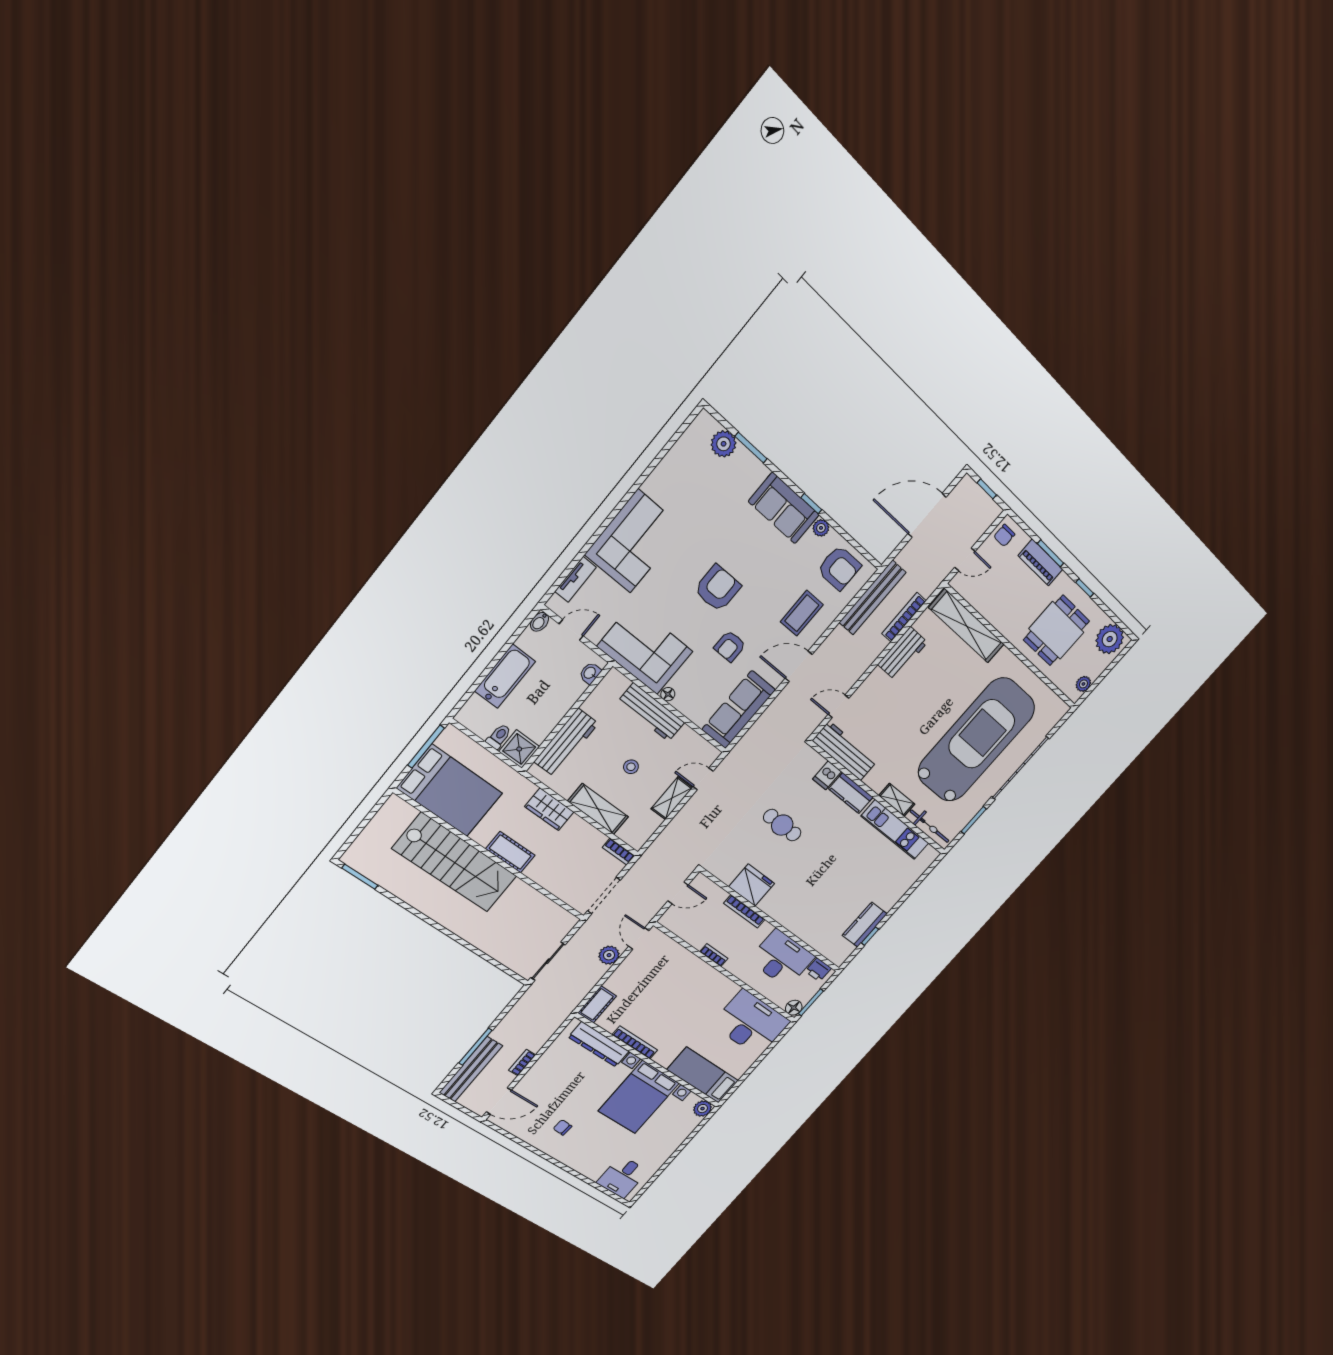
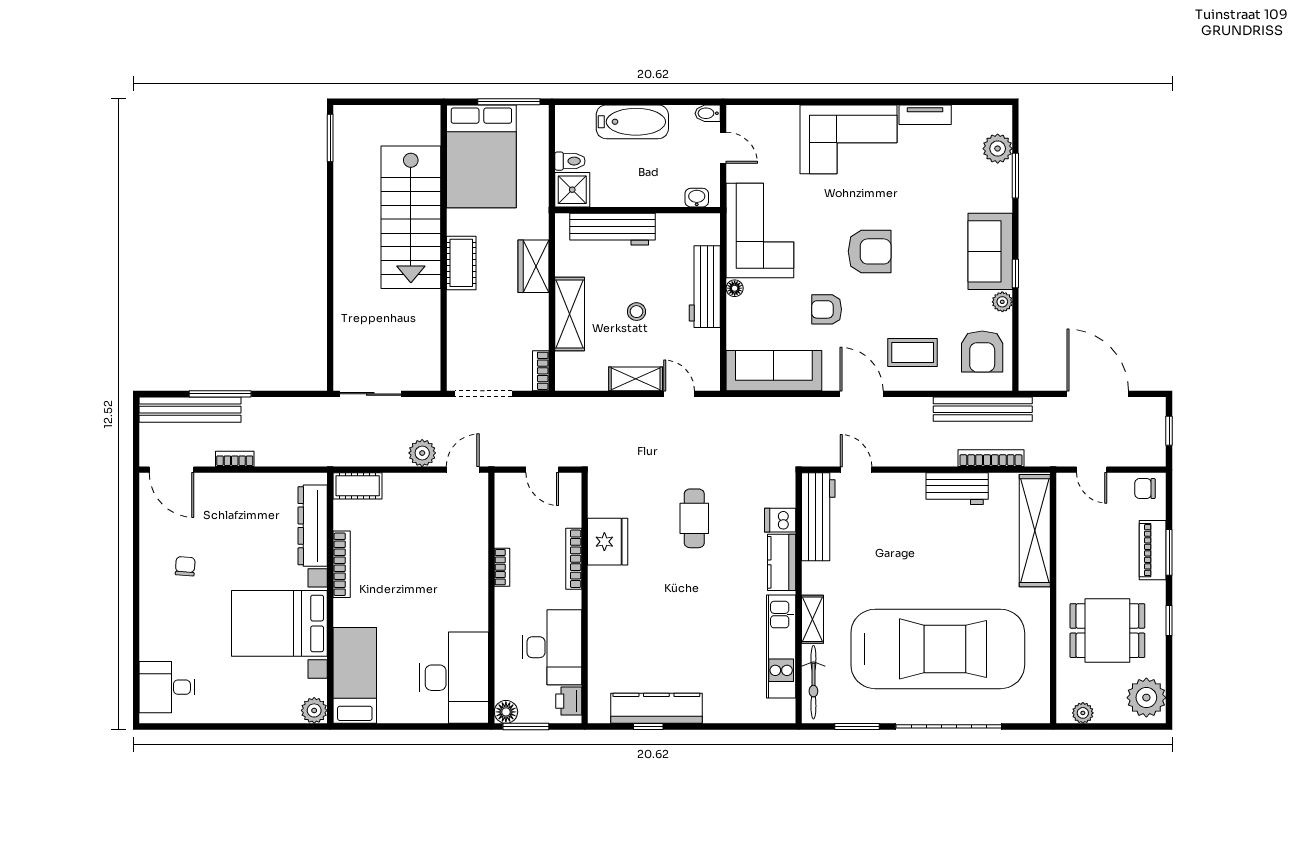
tv unit: (575, 579) -> (925, 115), moved
kitchen counter: (865, 925) -> (656, 708), width x1.50

